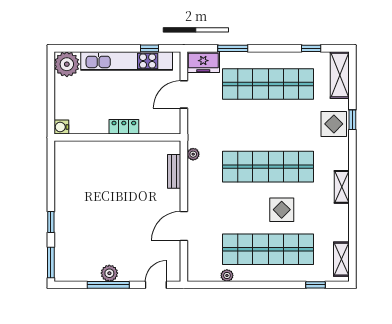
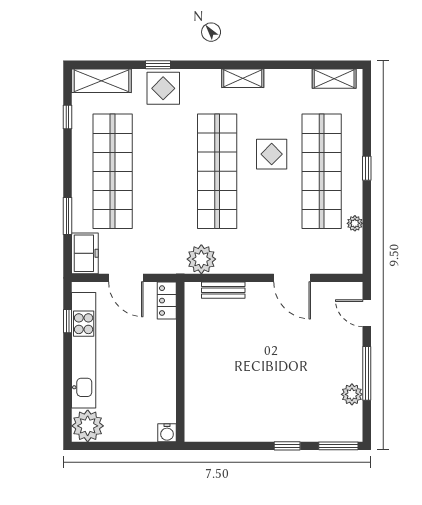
locker: (124, 127) -> (167, 301), moved
plant: (193, 154) -> (201, 259), width x1.88, depth x1.88
plant: (109, 273) -> (352, 394), moved
window: (315, 285) -> (367, 168), moved

